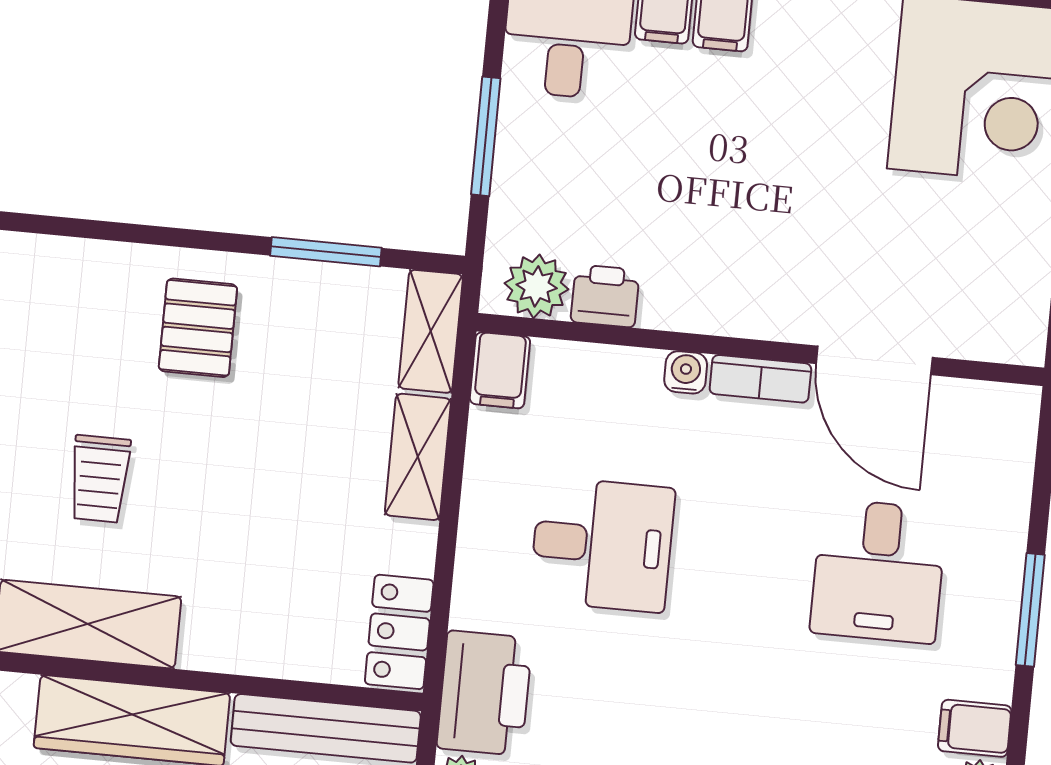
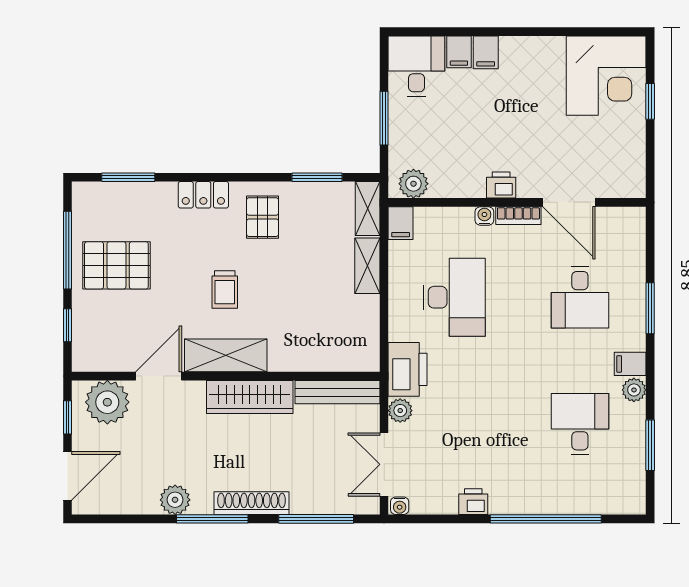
printer: (605, 296) -> (501, 185), moved
desk: (602, 544) -> (454, 297), width x1.37
locker: (399, 632) -> (203, 195), moved, turned -90

